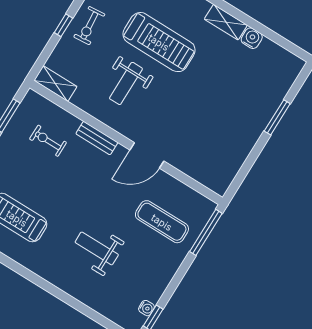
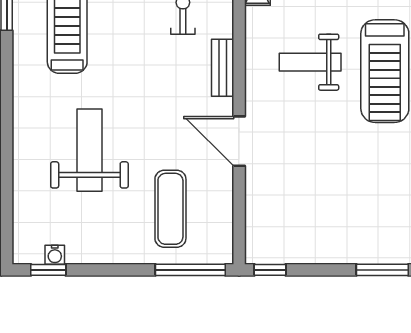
window: (236, 185) -> (270, 270), added
weight bench: (97, 248) -> (89, 150), width x1.36, depth x1.33

